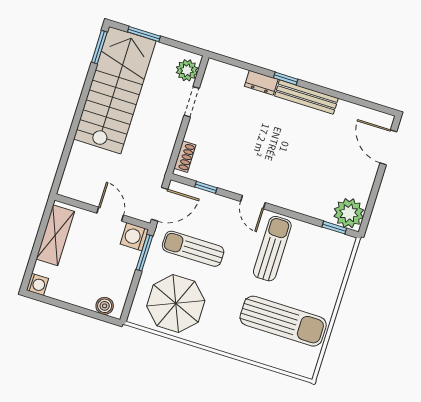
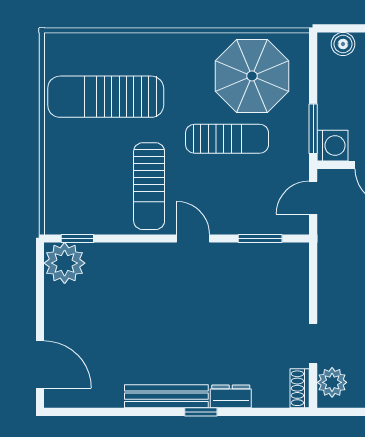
shoe rack: (185, 157) -> (300, 388), moved
window: (206, 187) -> (260, 238), width x1.50
door: (160, 204) -> (313, 198), width x0.73
sun lounger: (193, 249) -> (227, 139), moved

